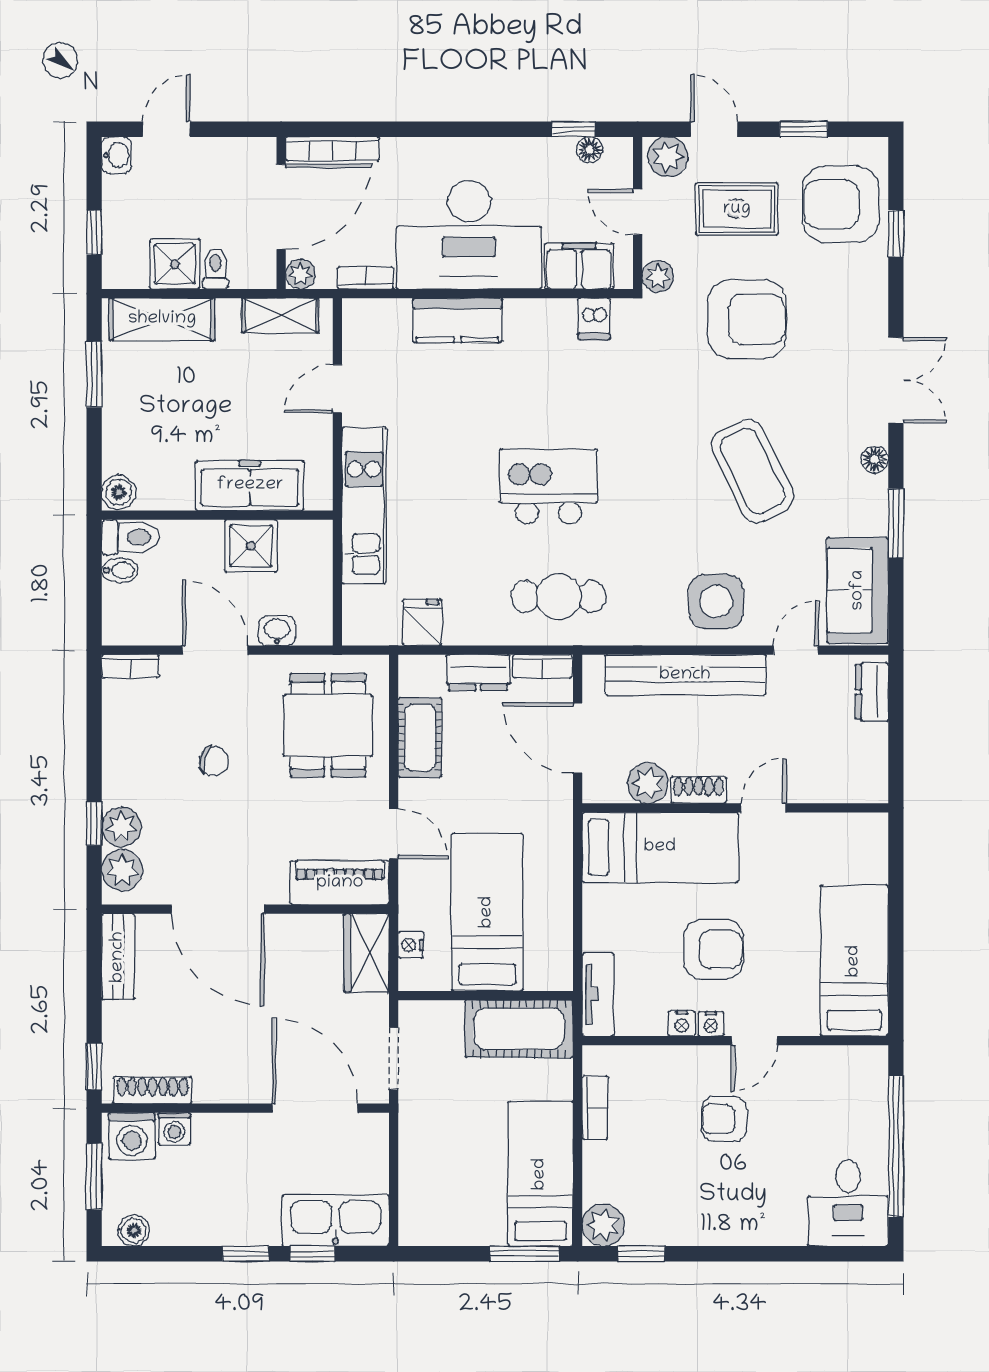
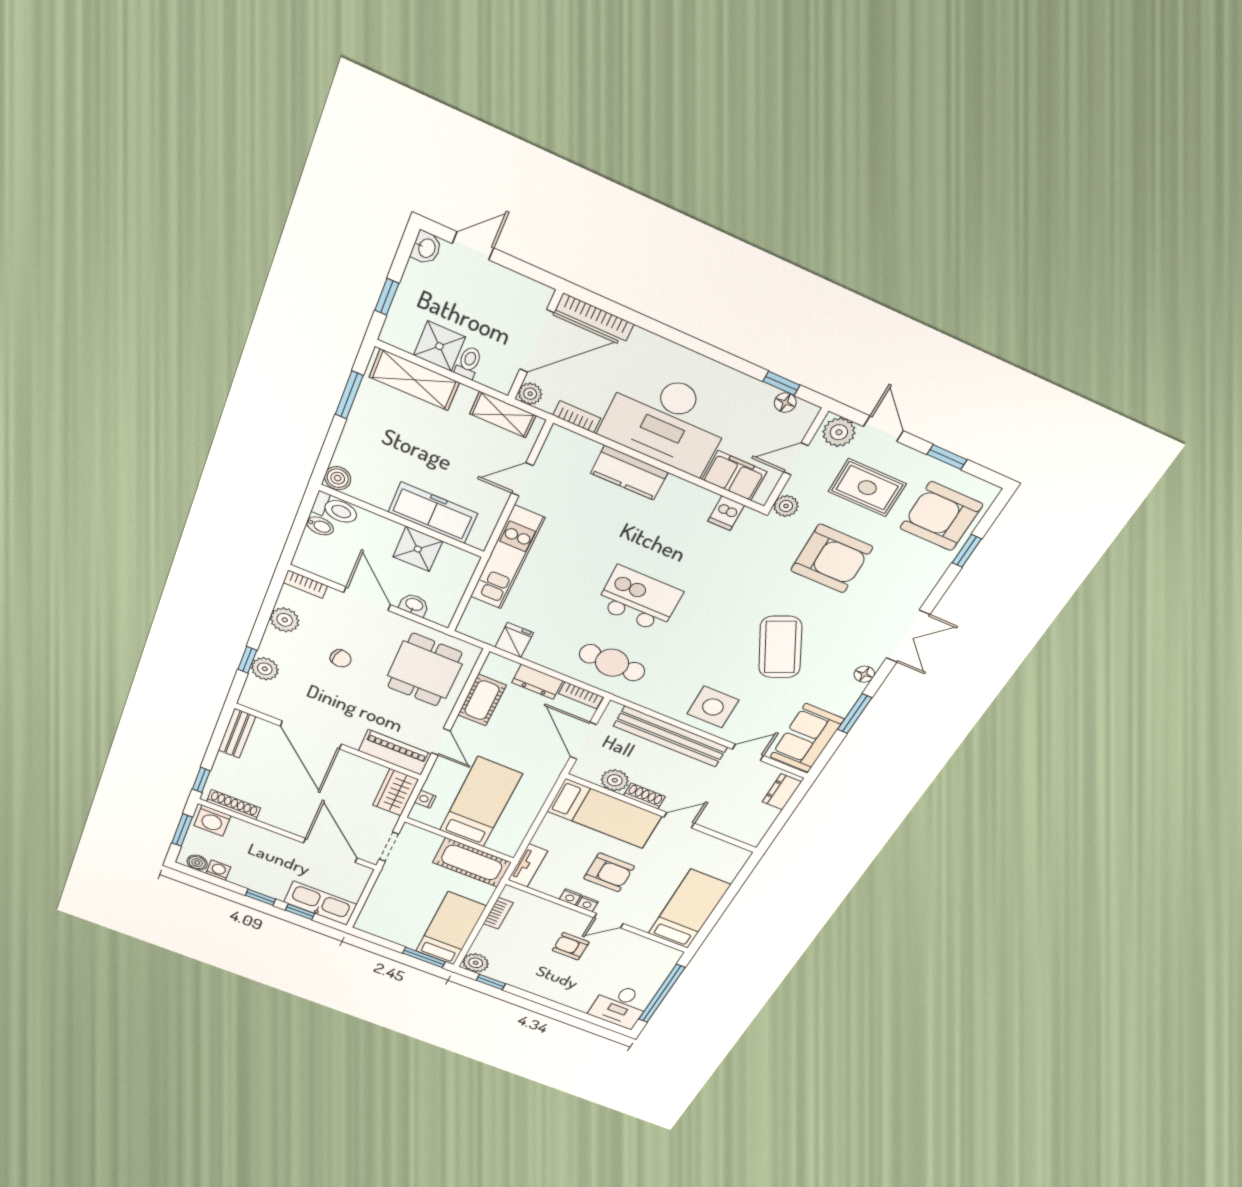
door: (638, 212) -> (796, 459), hinge flipped
plant: (122, 870) -> (285, 620), moved
washing machine: (174, 1129) -> (218, 870), moved, turned 180

